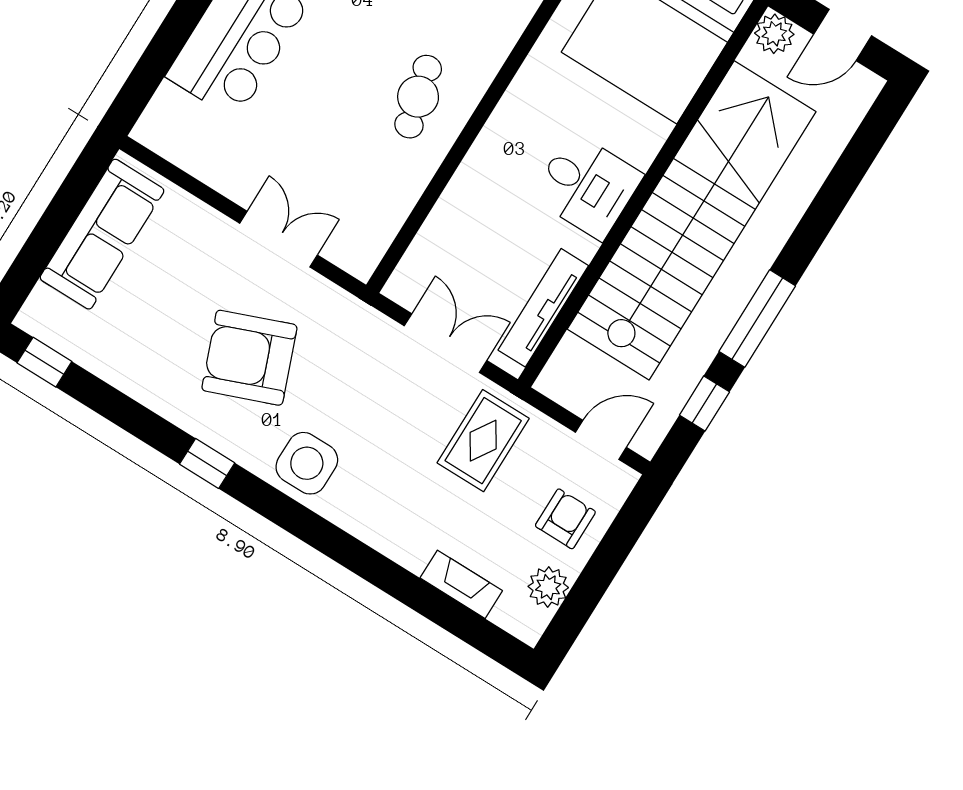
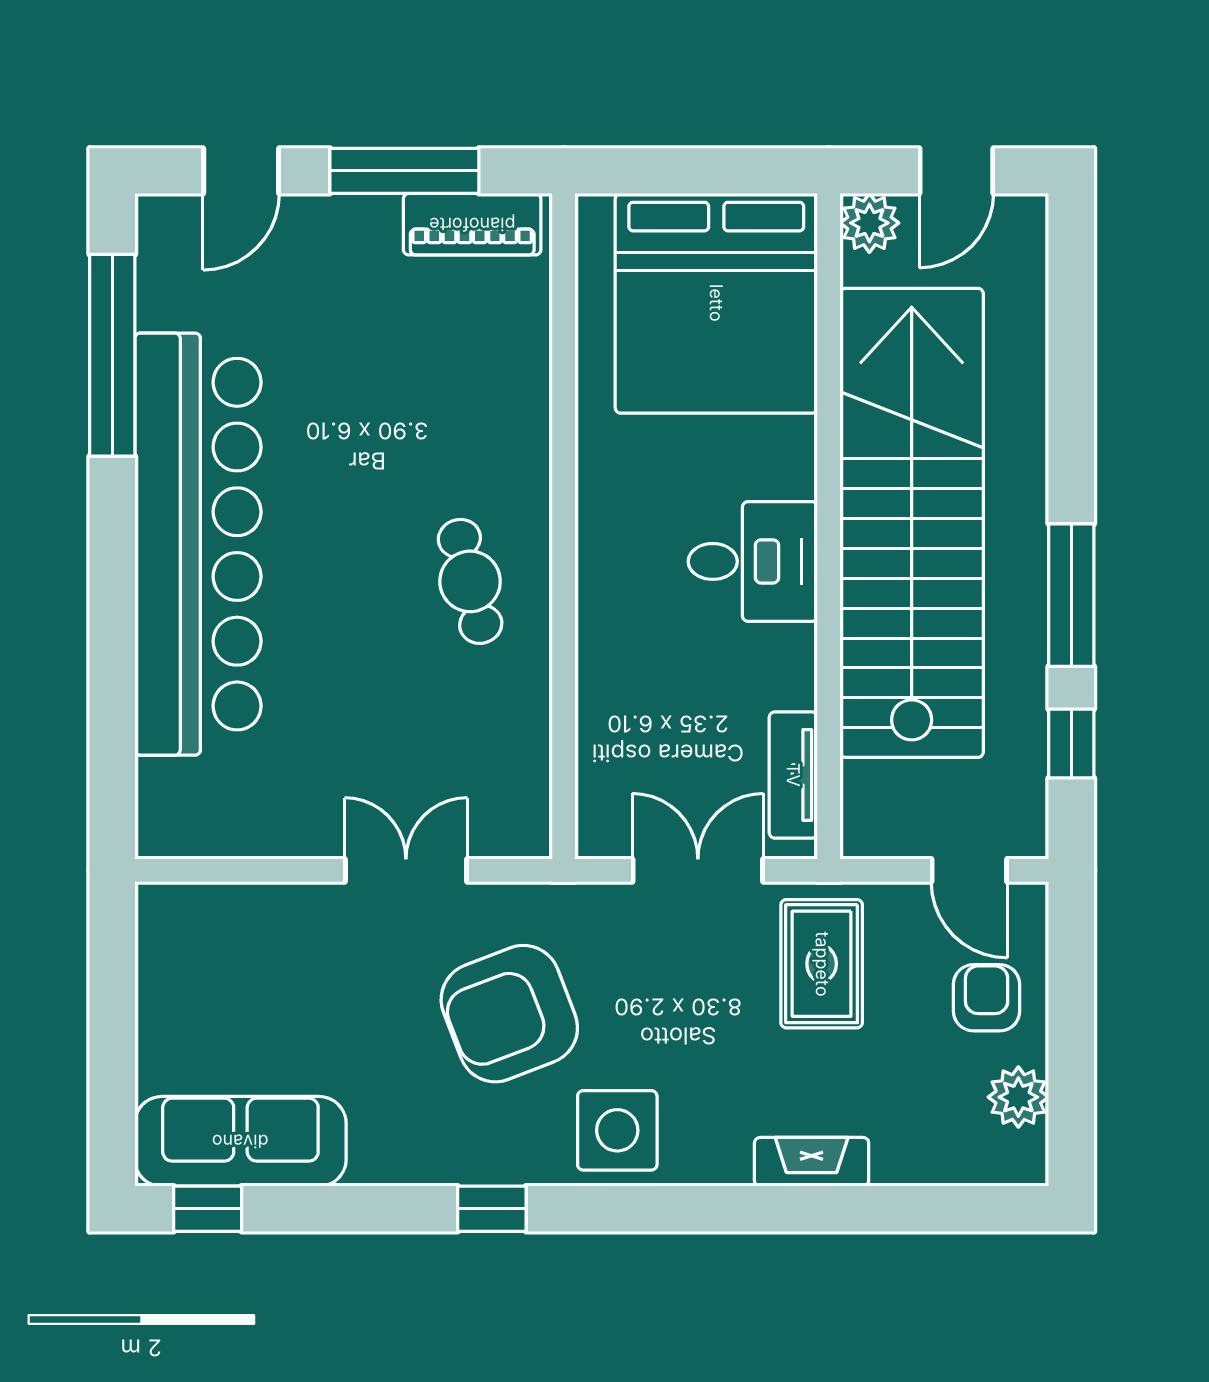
sofa: (102, 234) -> (240, 1141), moved, turned -90
tv unit: (543, 308) -> (793, 775), width x0.71
armchair: (249, 358) -> (509, 1014), moved
door: (601, 440) -> (969, 870), swing flipped
fireplace: (461, 584) -> (812, 1162), moved

